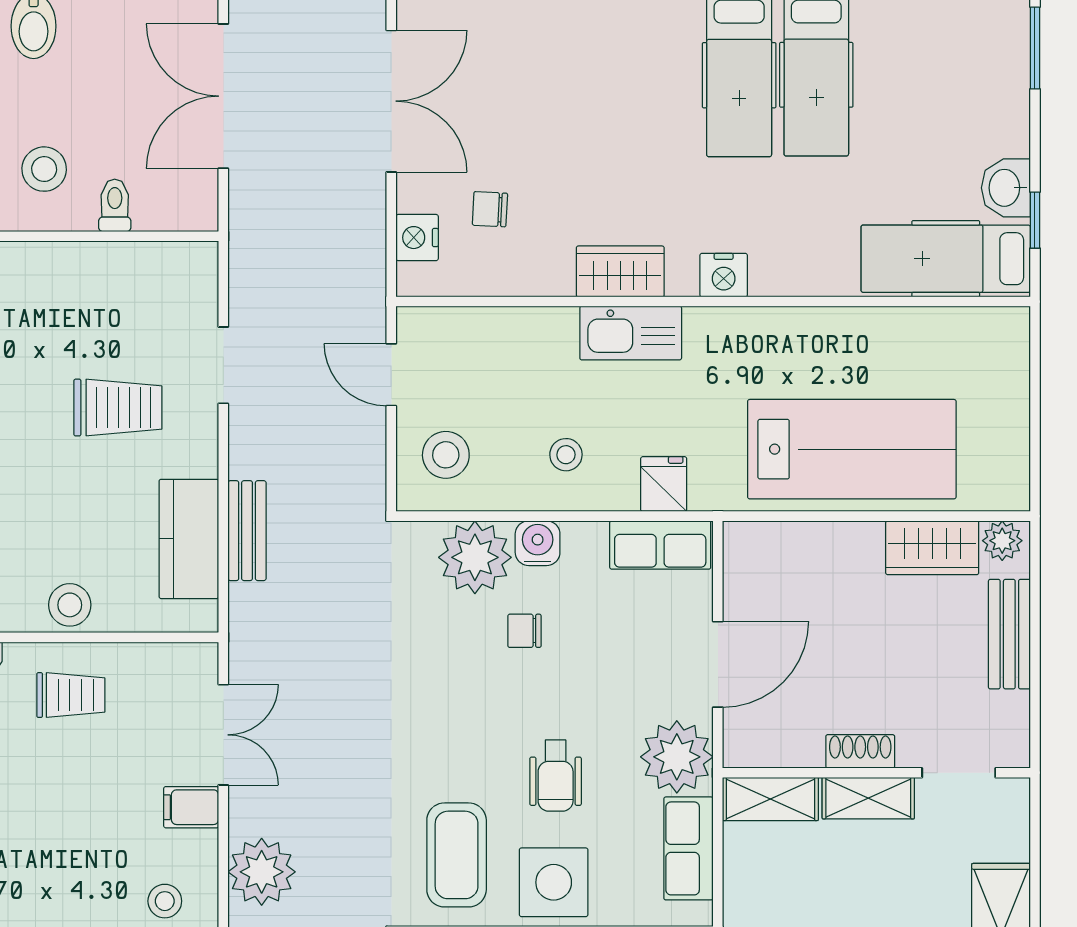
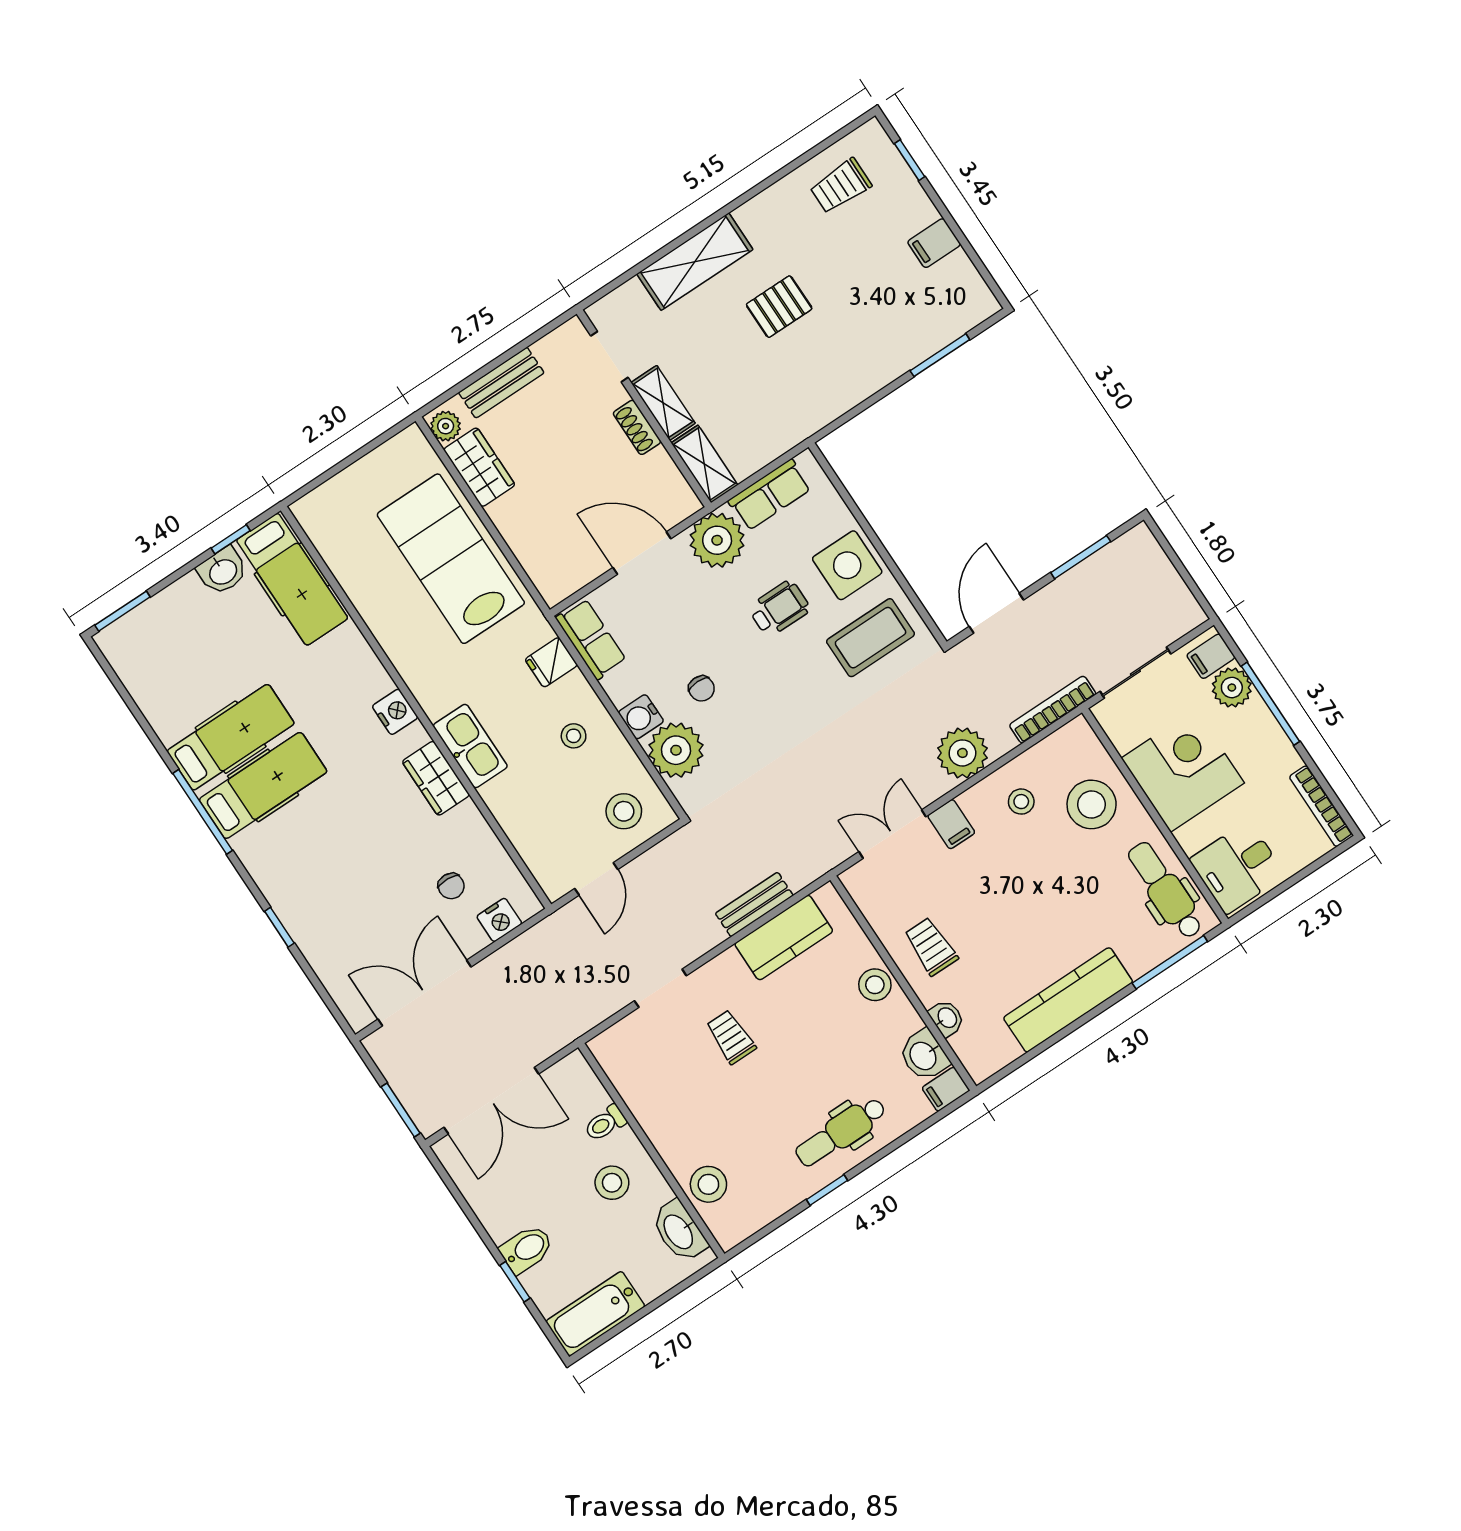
trolley: (118, 408) -> (731, 1037), width x0.73, depth x0.72

